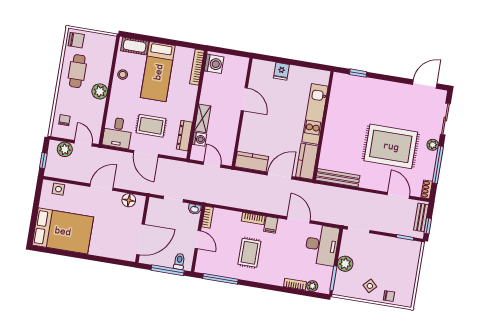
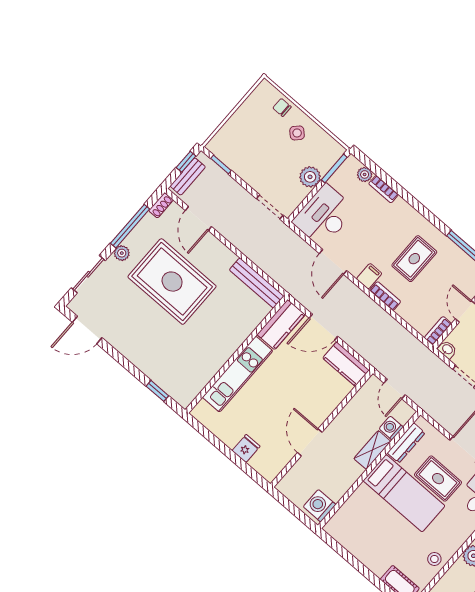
bookcase: (197, 67) -> (342, 514), removed
bed: (158, 72) -> (404, 493), moved, turned 90

